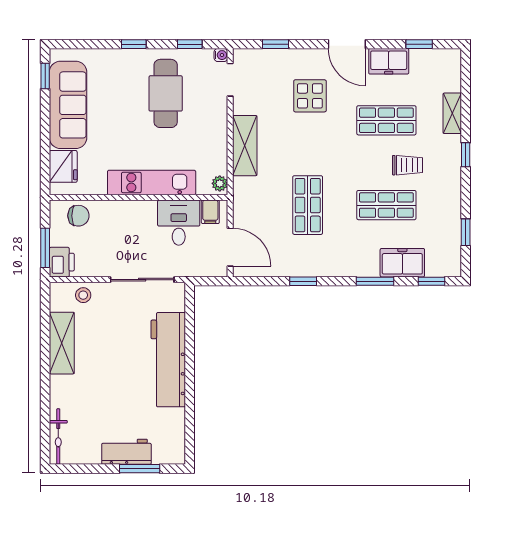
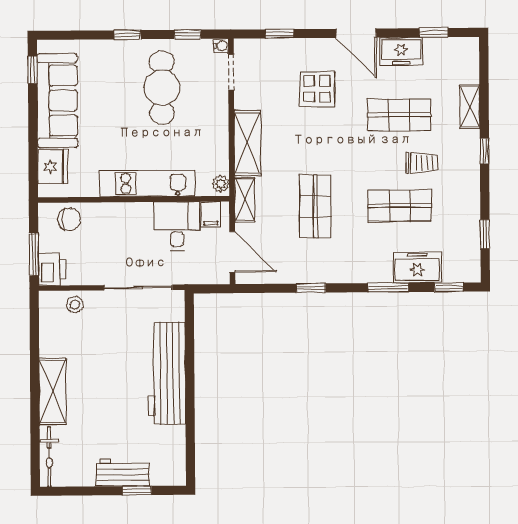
shelving: (242, 198) -> (245, 200), added
shelving: (62, 343) -> (53, 392), moved
window: (140, 469) -> (137, 491), width x0.67

